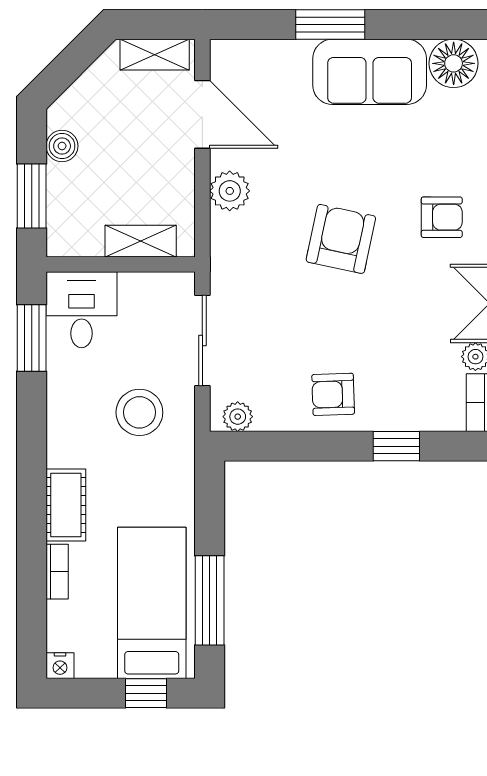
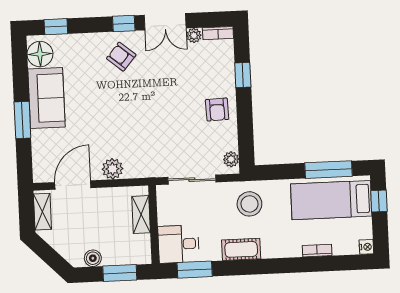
armchair: (442, 217) -> (121, 57), turned -50
armchair: (341, 239) -> (135, 109), removed
stool: (139, 412) -> (249, 204), moved
cot: (66, 505) -> (241, 249), moved

